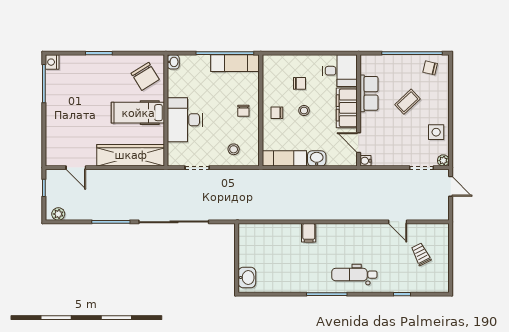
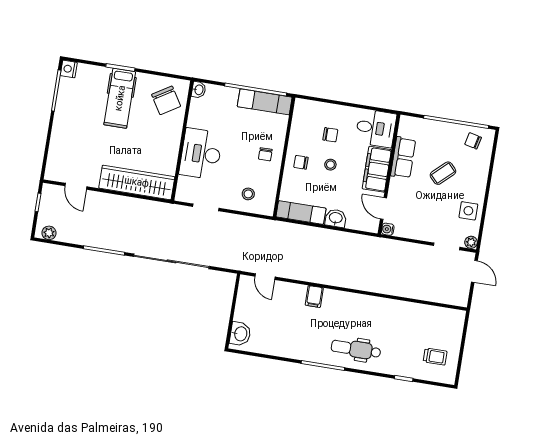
hospital bed: (138, 113) -> (120, 98), moved, turned -90
door: (398, 222) -> (265, 277), moved
trolley: (421, 254) -> (435, 357), moved, turned 117

